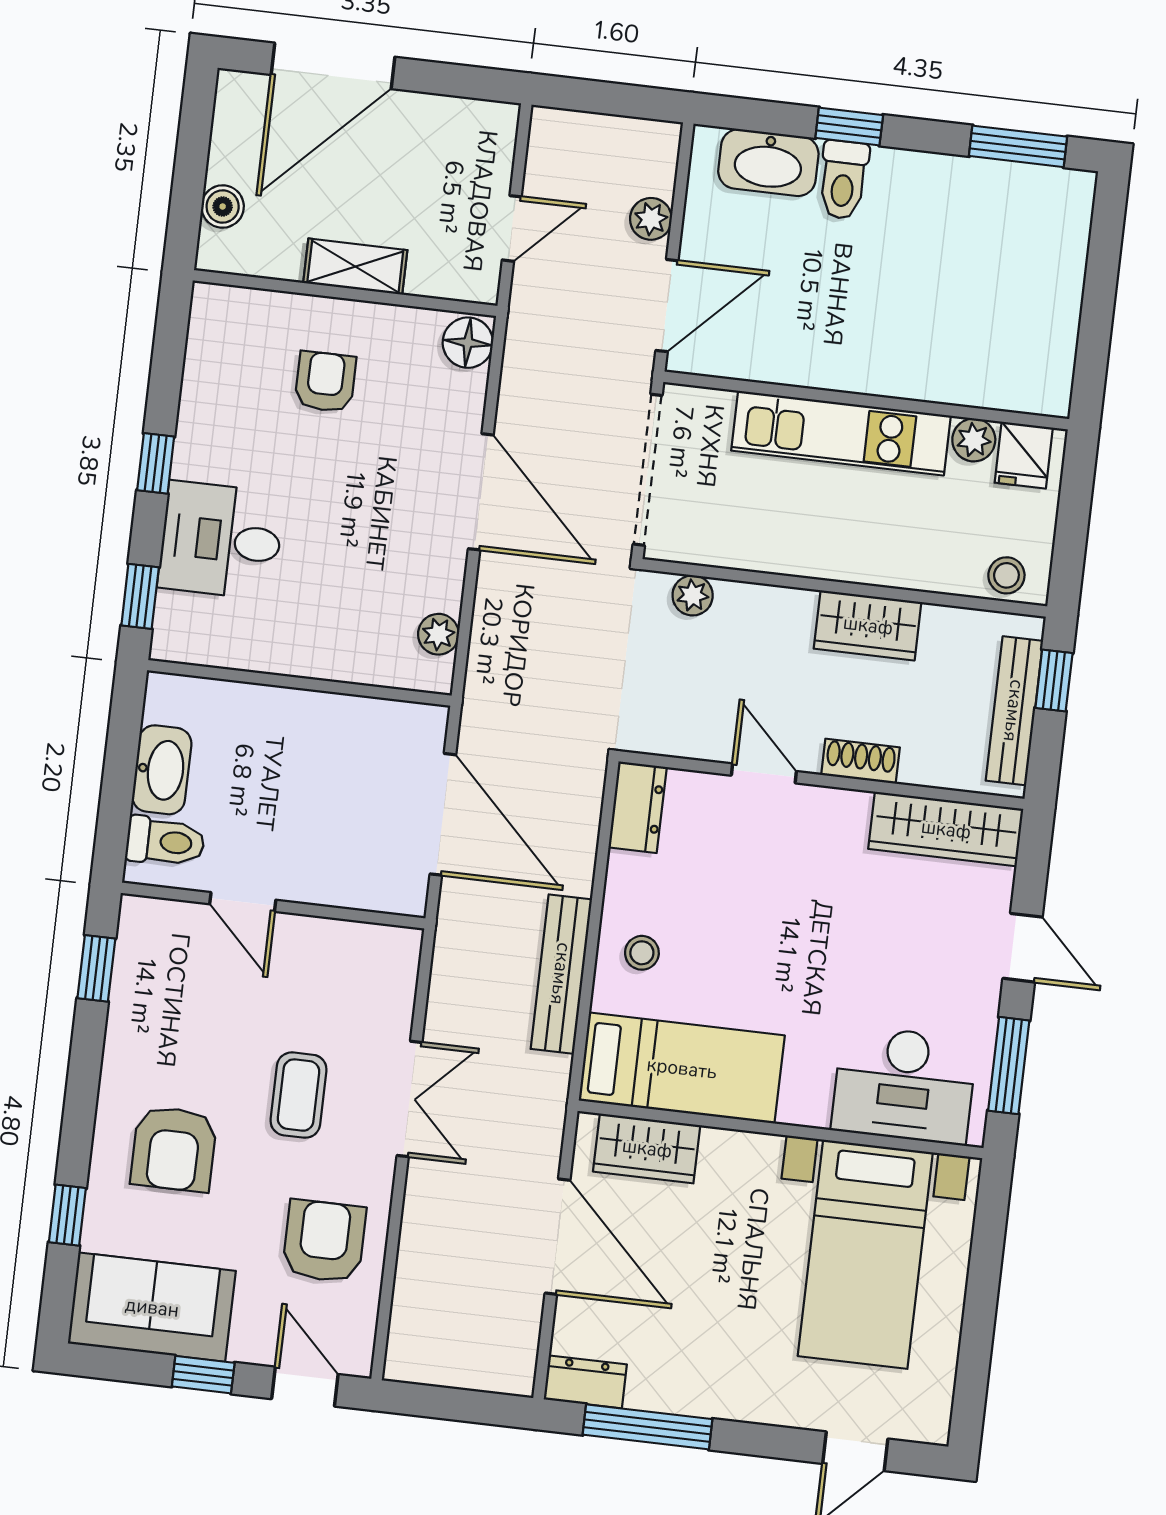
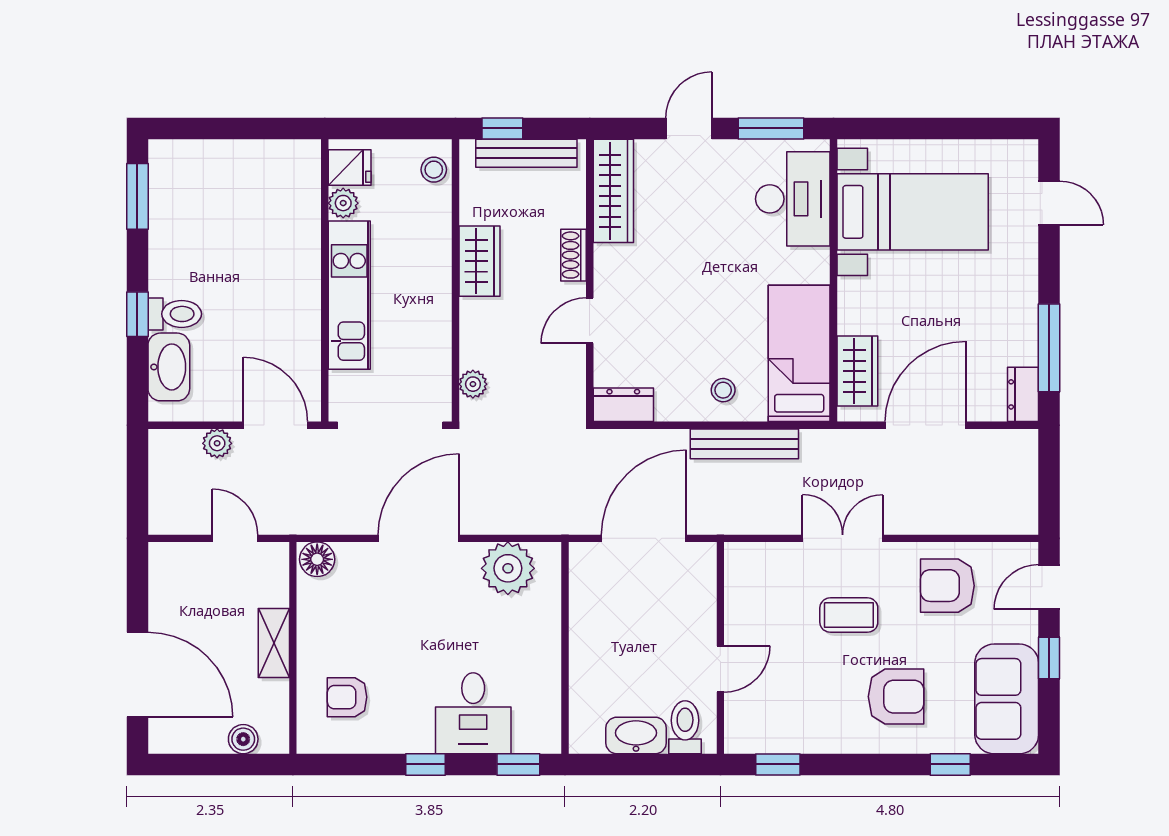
armchair: (325, 382) -> (347, 697), moved
plant: (438, 634) -> (508, 568), width x1.87, depth x1.87

